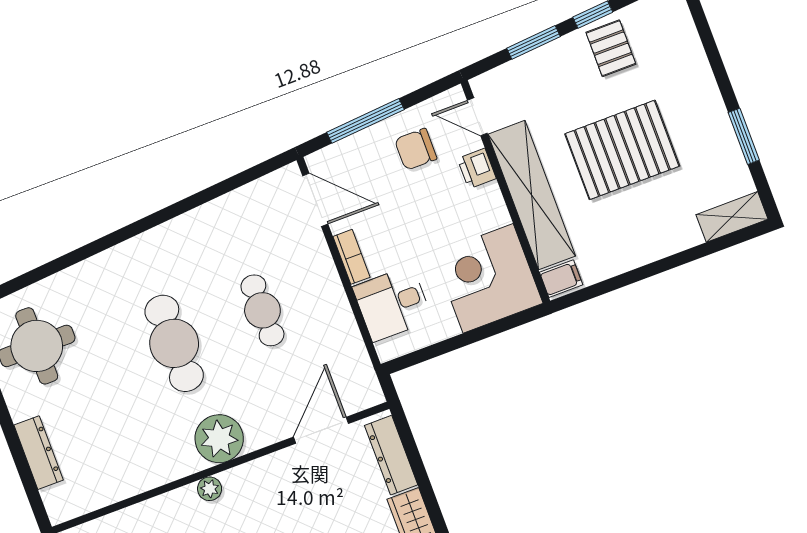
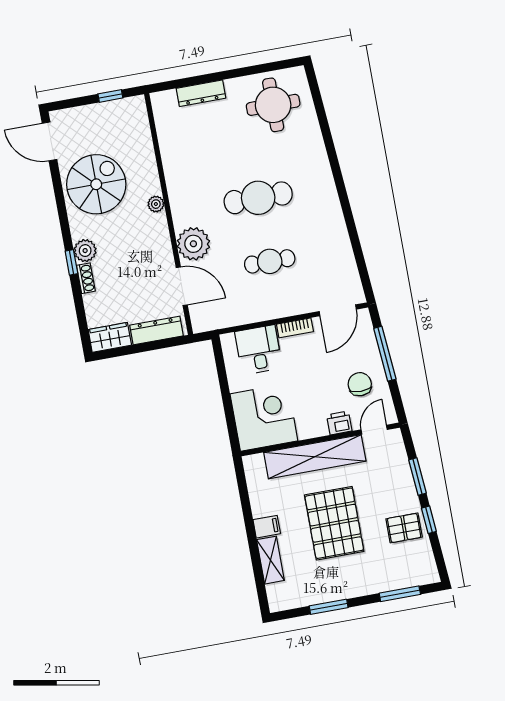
window: (707, 37) -> (400, 594), added
shelving: (732, 217) -> (270, 560), moved
filing cabinet: (561, 279) -> (267, 527), moved, turned -90
plant: (219, 439) -> (193, 244), moved

